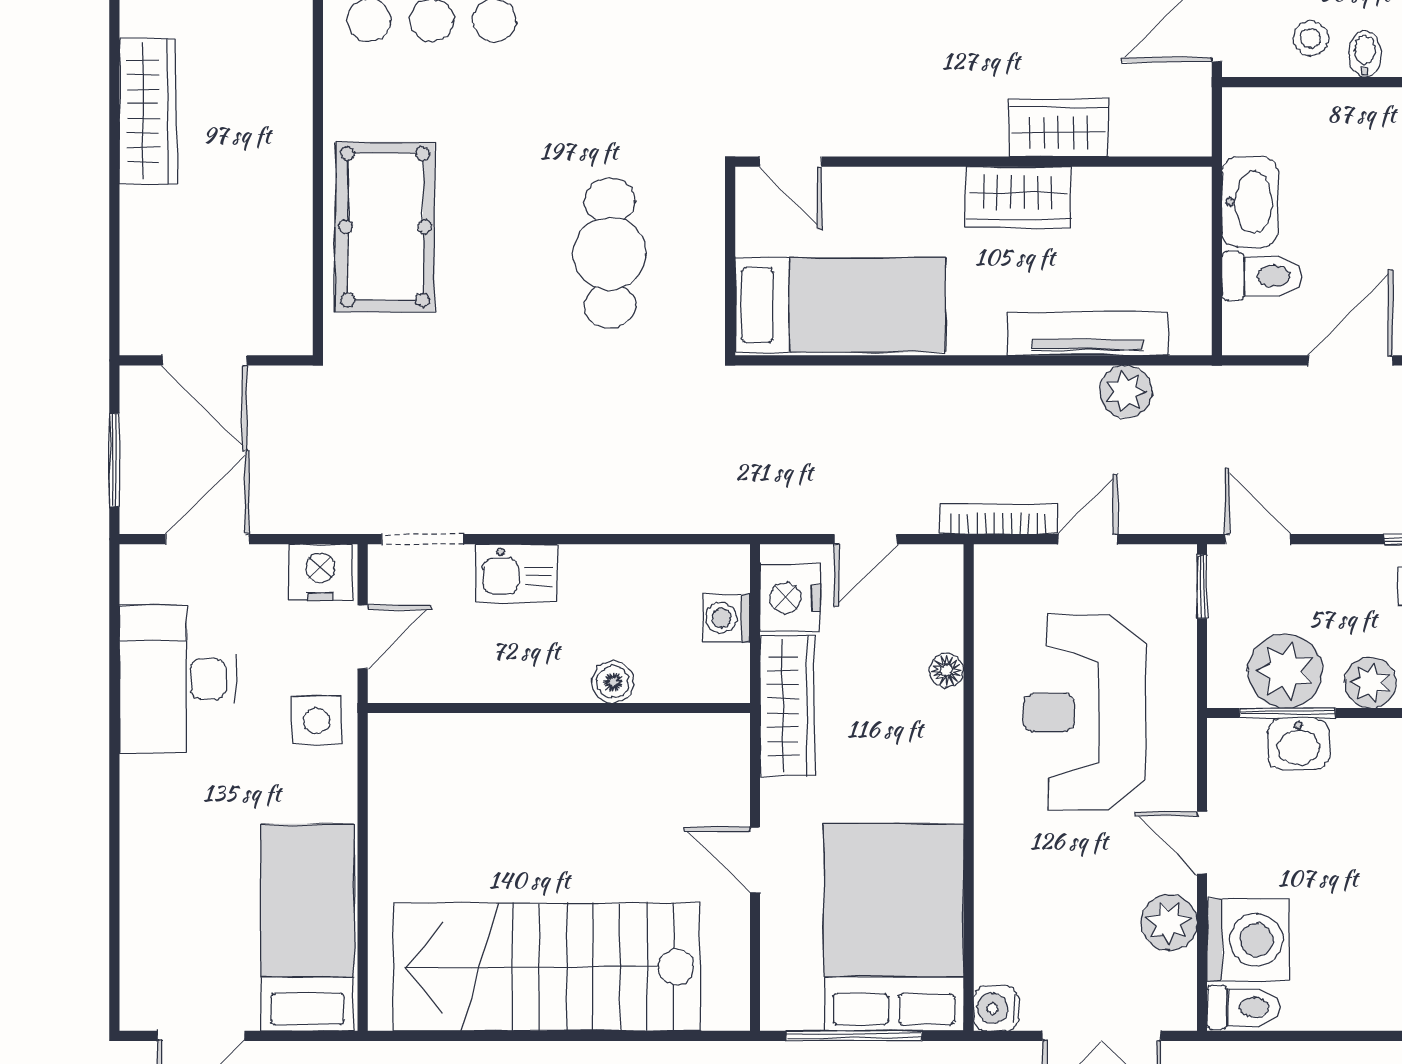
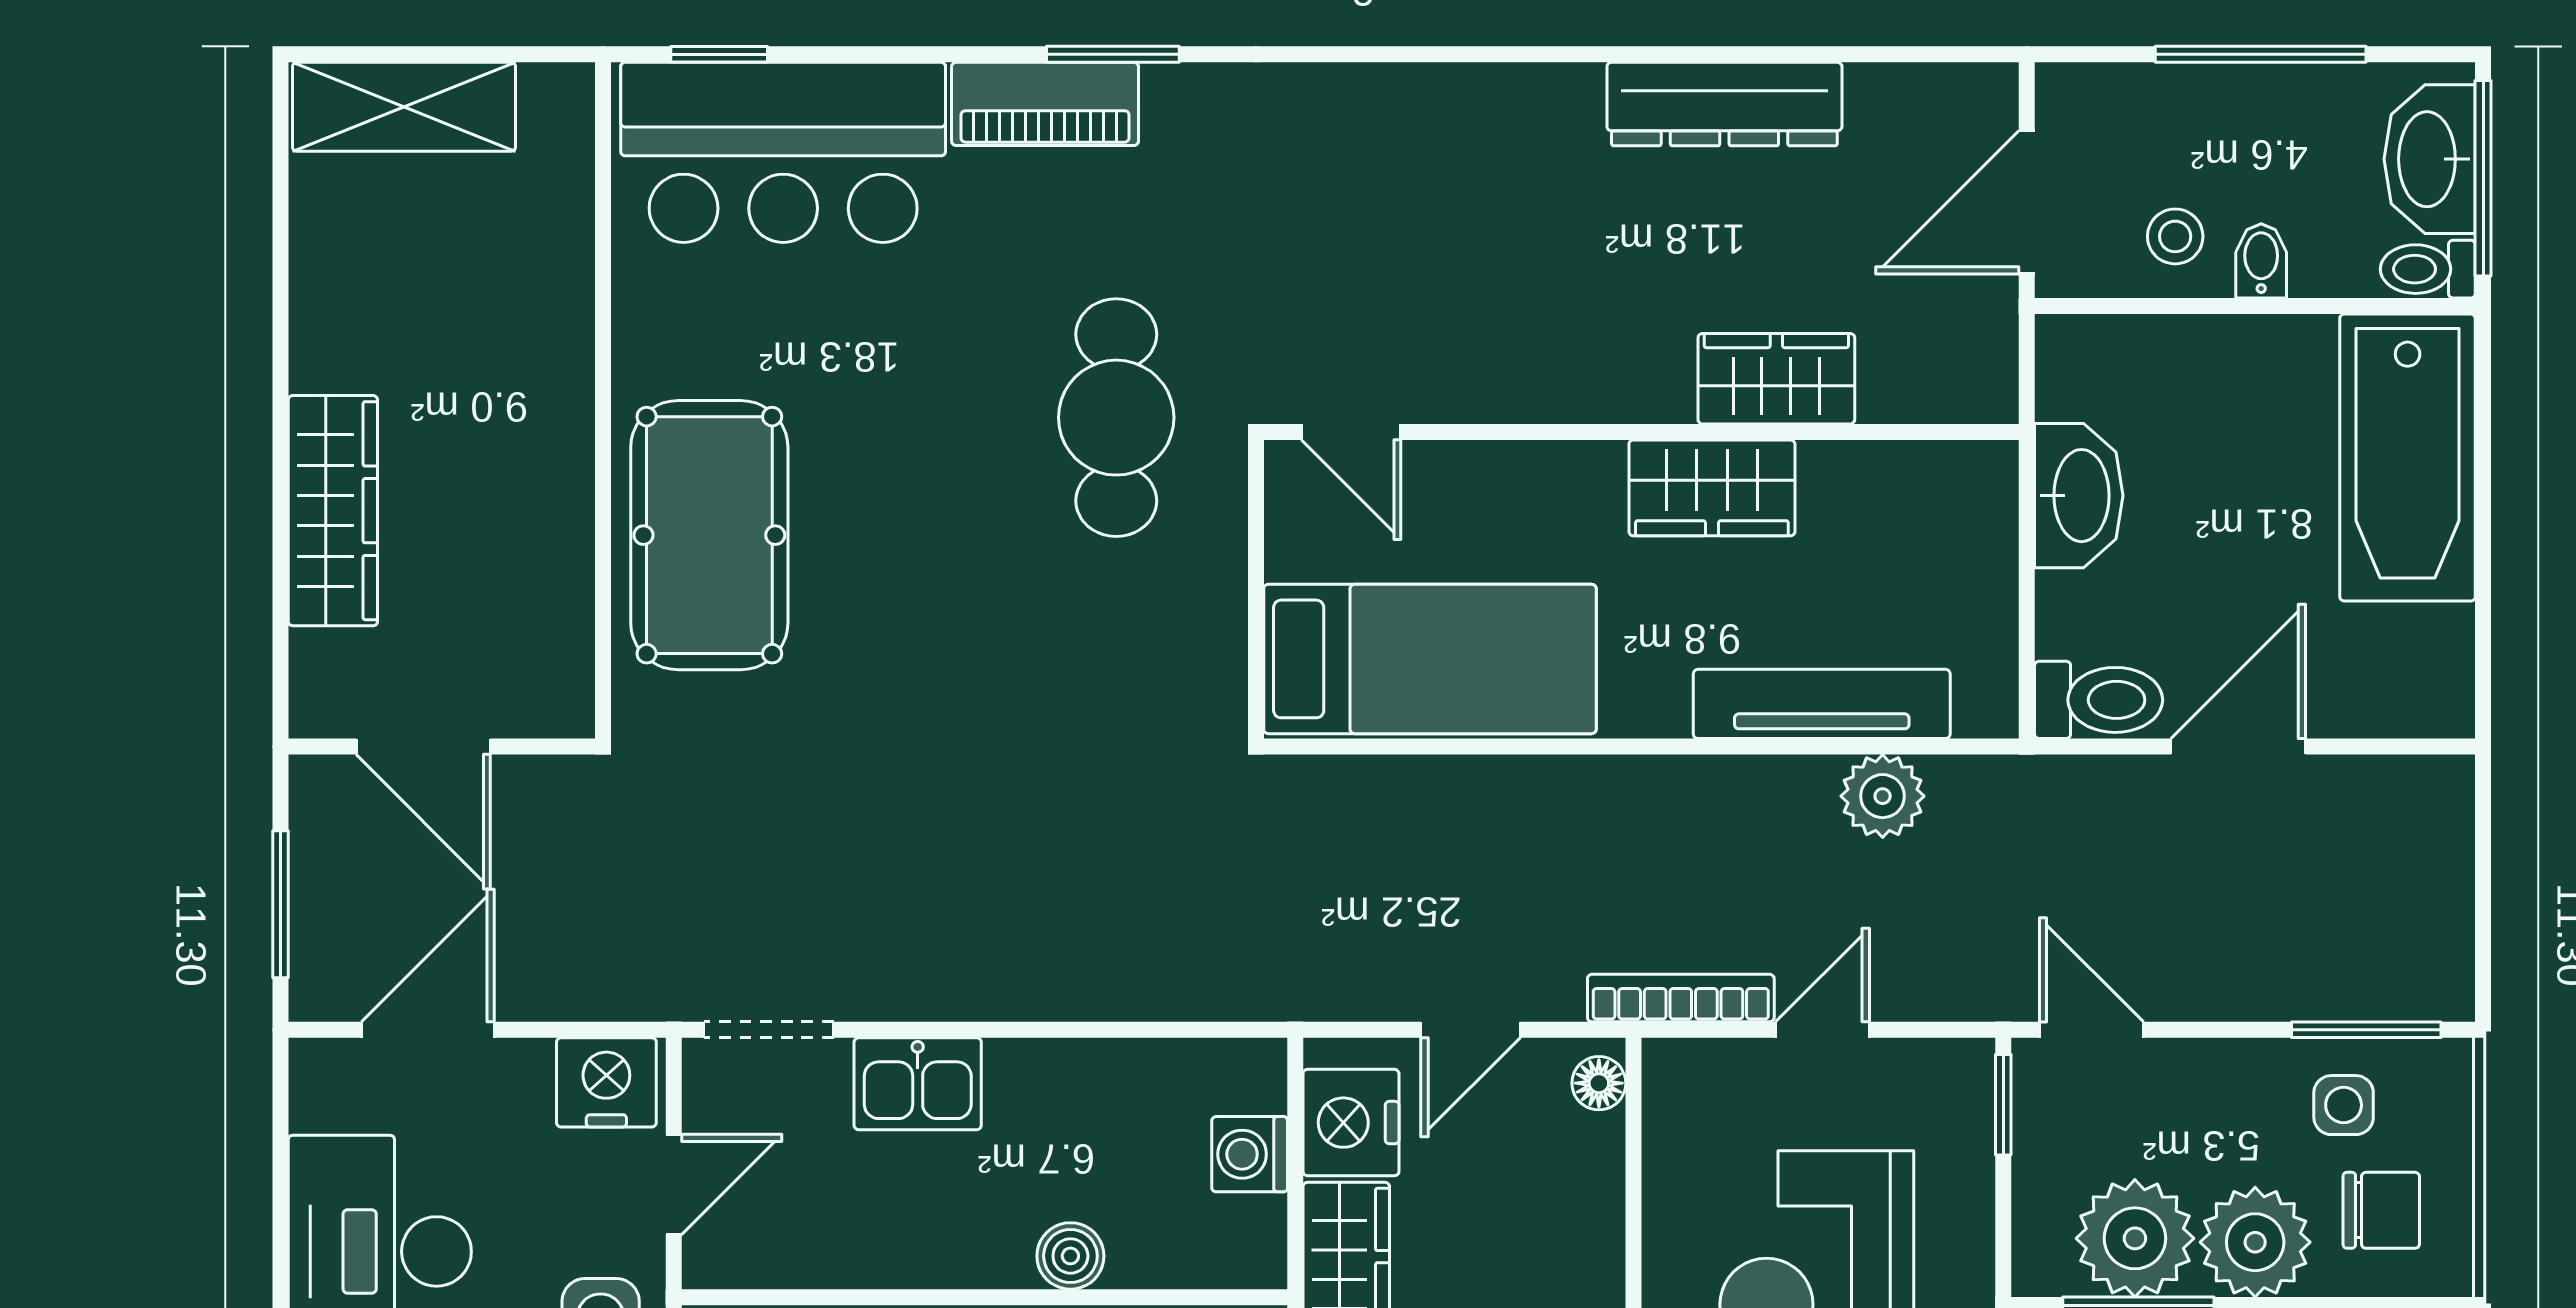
wardrobe: (147, 111) -> (333, 511), moved
cafe table: (610, 253) -> (1116, 418), moved
toilet: (1262, 276) -> (2099, 700), moved
floor lamp: (947, 670) -> (1599, 1083), moved
plant: (1370, 683) -> (2255, 1242), width x1.36, depth x1.36

